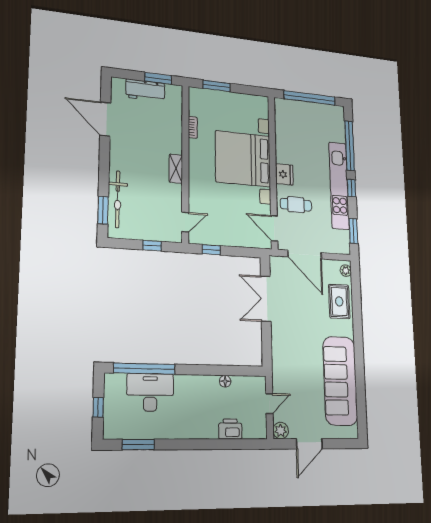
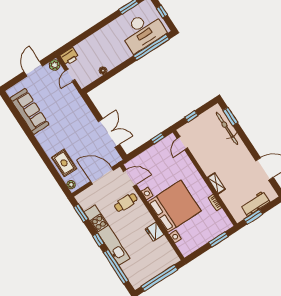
shelving: (176, 169) -> (216, 183), moved
fridge: (284, 174) -> (155, 232), moved
sofa: (340, 381) -> (29, 111), width x0.74, depth x0.79
desk: (150, 392) -> (143, 31), width x1.36, depth x1.30
printer: (230, 429) -> (69, 56), moved

